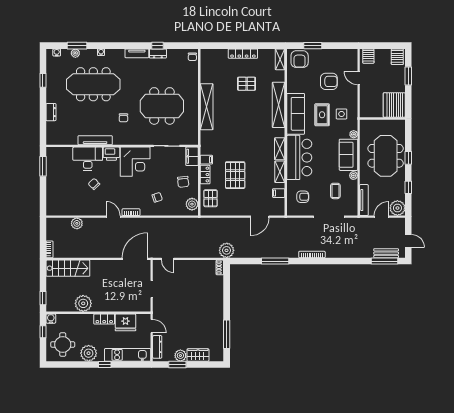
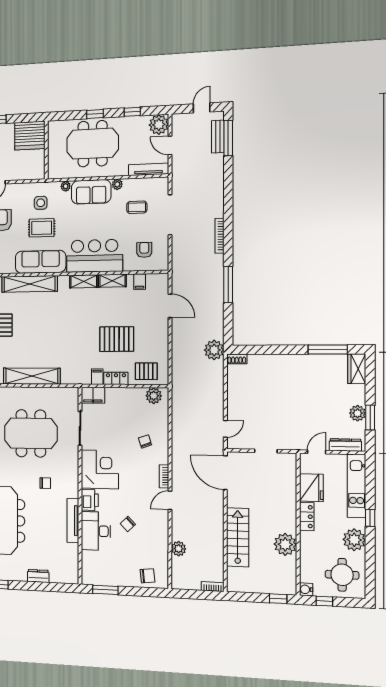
meeting table: (162, 106) -> (31, 433), turned 90
chair: (183, 182) -> (147, 576), moved
stairs: (68, 268) -> (238, 537), moved
wardrobe: (198, 355) -> (357, 369), moved

